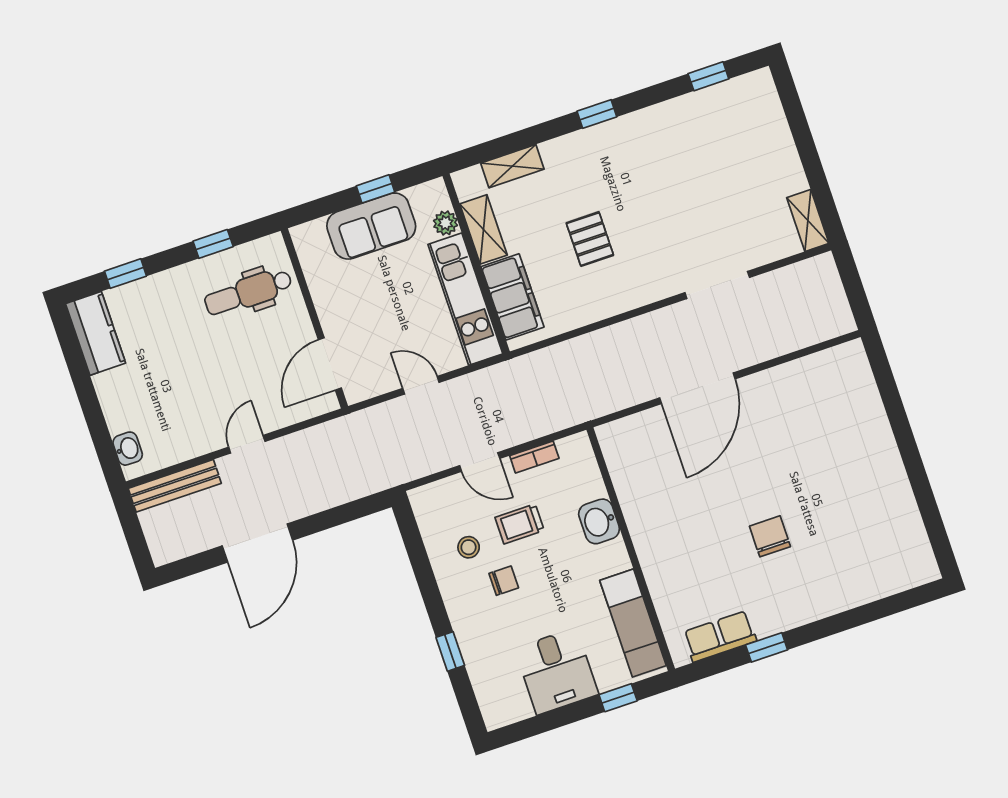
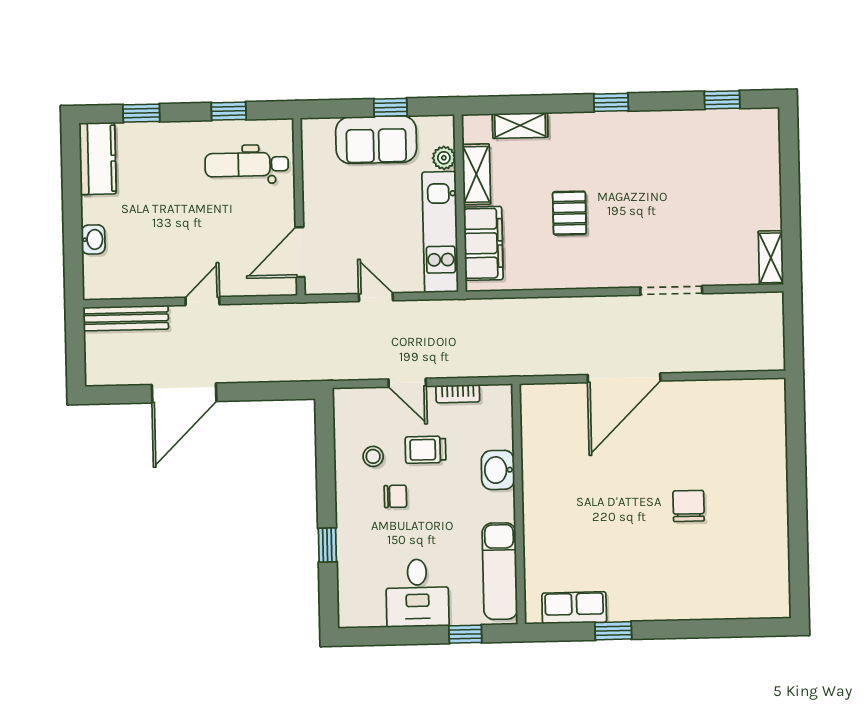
washbasin: (128, 449) -> (93, 239), moved
chair: (770, 536) -> (689, 506), moved

